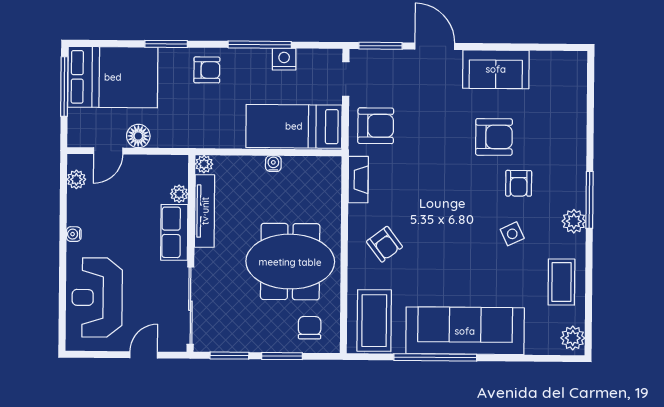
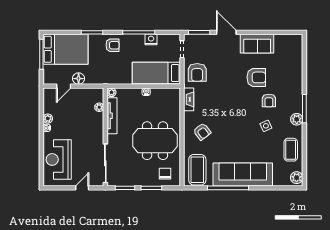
armchair: (376, 126) -> (197, 72), turned 90
plant: (76, 179) -> (48, 119), moved
row of seats: (174, 232) -> (97, 127), removed

